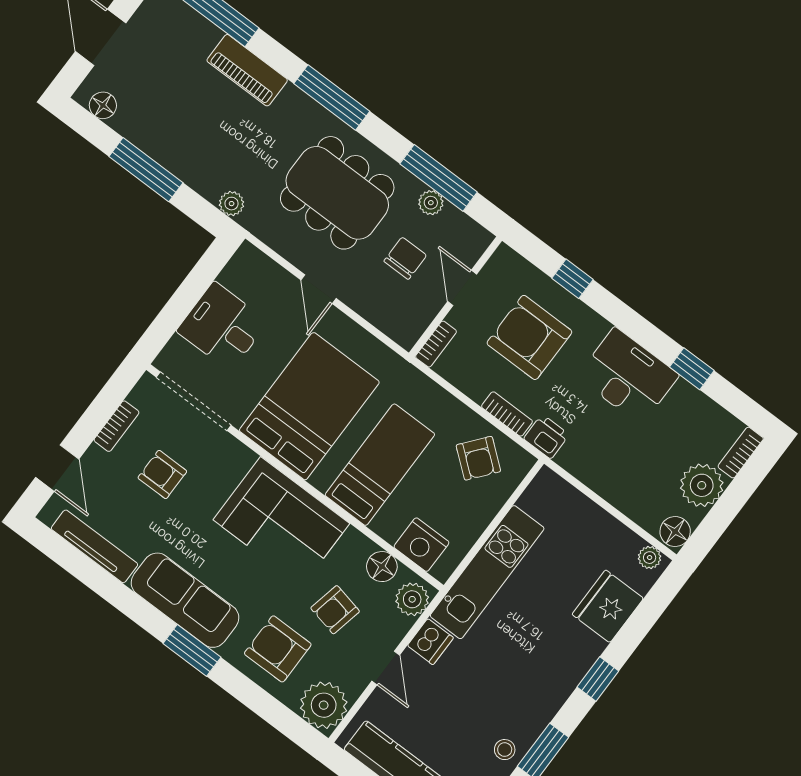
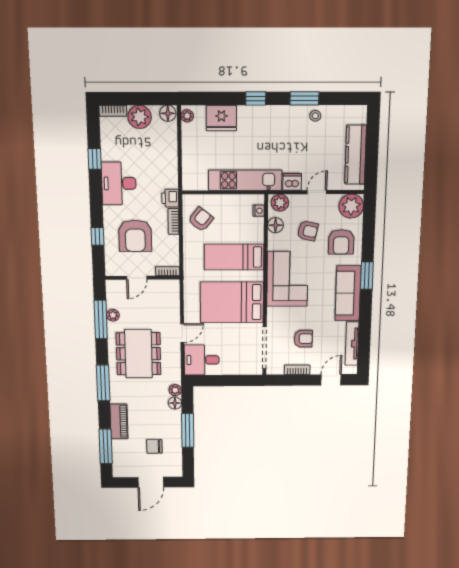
floor lamp: (103, 105) -> (175, 403), moved
chair: (405, 258) -> (154, 446), moved
desk: (222, 326) -> (202, 360), moved, turned 90
armchair: (162, 474) -> (303, 339), turned -90
nightstand: (421, 545) -> (259, 211), width x0.53, depth x0.56

